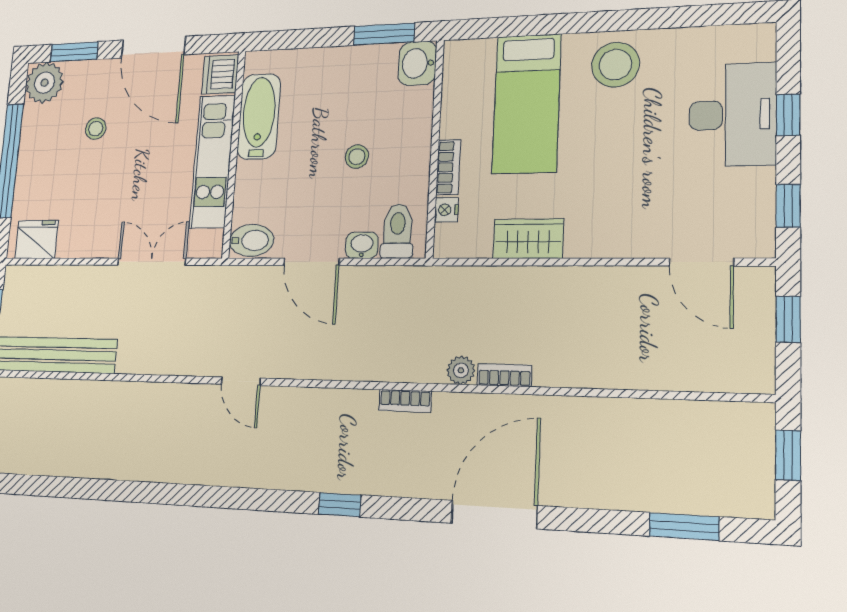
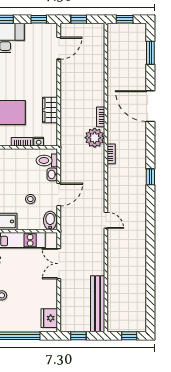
stool: (357, 157) -> (30, 199), moved
plant: (461, 370) -> (95, 138), width x1.87, depth x1.87
door: (241, 381) -> (106, 220), hinge flipped
door: (494, 514) -> (150, 106), moved

